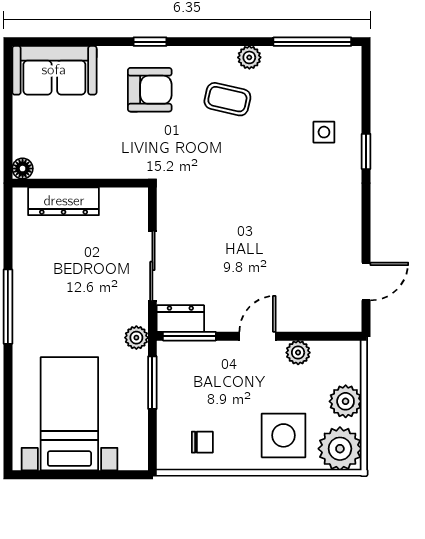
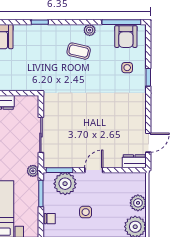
armchair: (150, 90) -> (126, 37), moved, turned 90
dresser: (180, 319) -> (134, 161), moved
plant: (298, 353) -> (65, 184), moved, width x1.88, depth x1.88
side table: (284, 435) -> (86, 212), moved, width x0.54, depth x0.54
chair: (202, 442) -> (50, 219), moved

